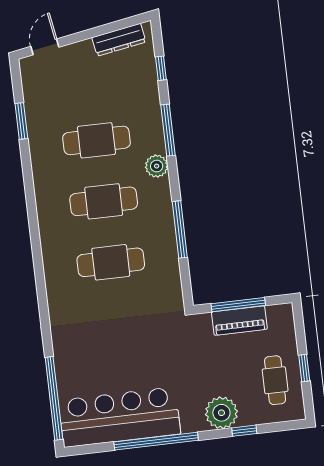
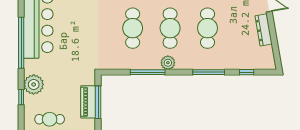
dresser: (119, 40) -> (264, 30), moved
plant: (157, 166) -> (168, 63), moved

